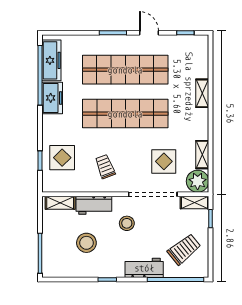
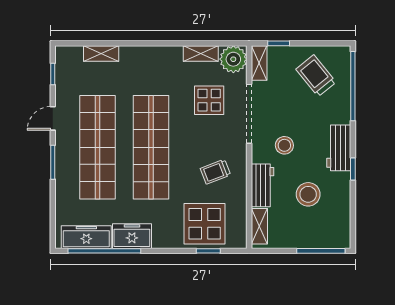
shelving: (202, 93) -> (101, 53), moved
display table: (62, 158) -> (205, 224), width x1.36, depth x1.36
workbench: (144, 268) -> (339, 148), moved

